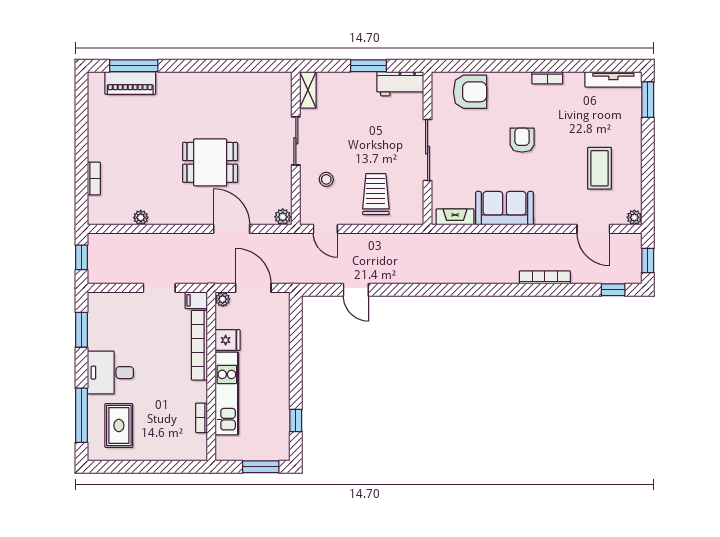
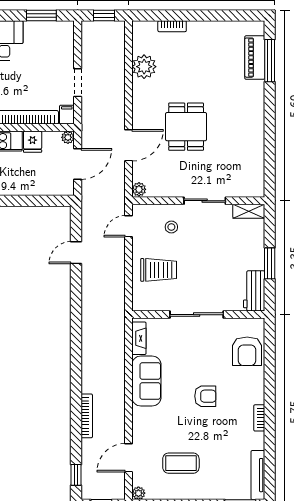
plant: (141, 218) -> (144, 67), width x1.87, depth x1.87

